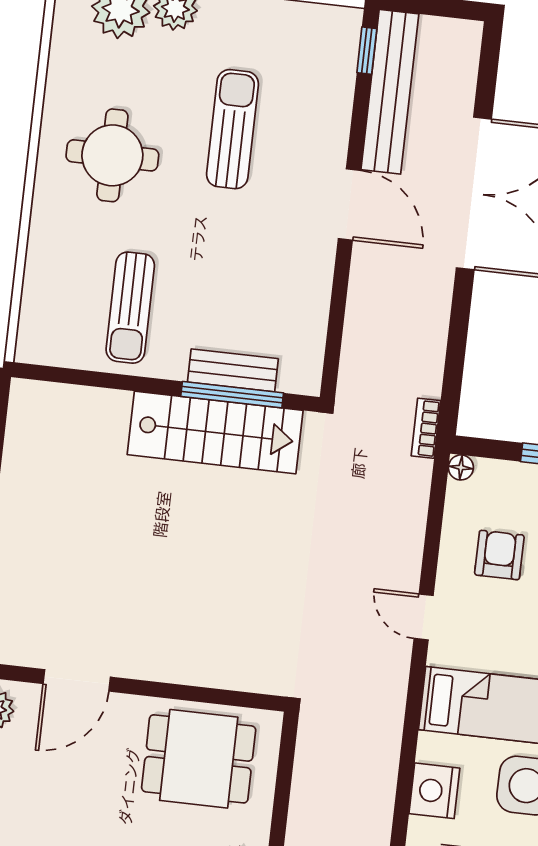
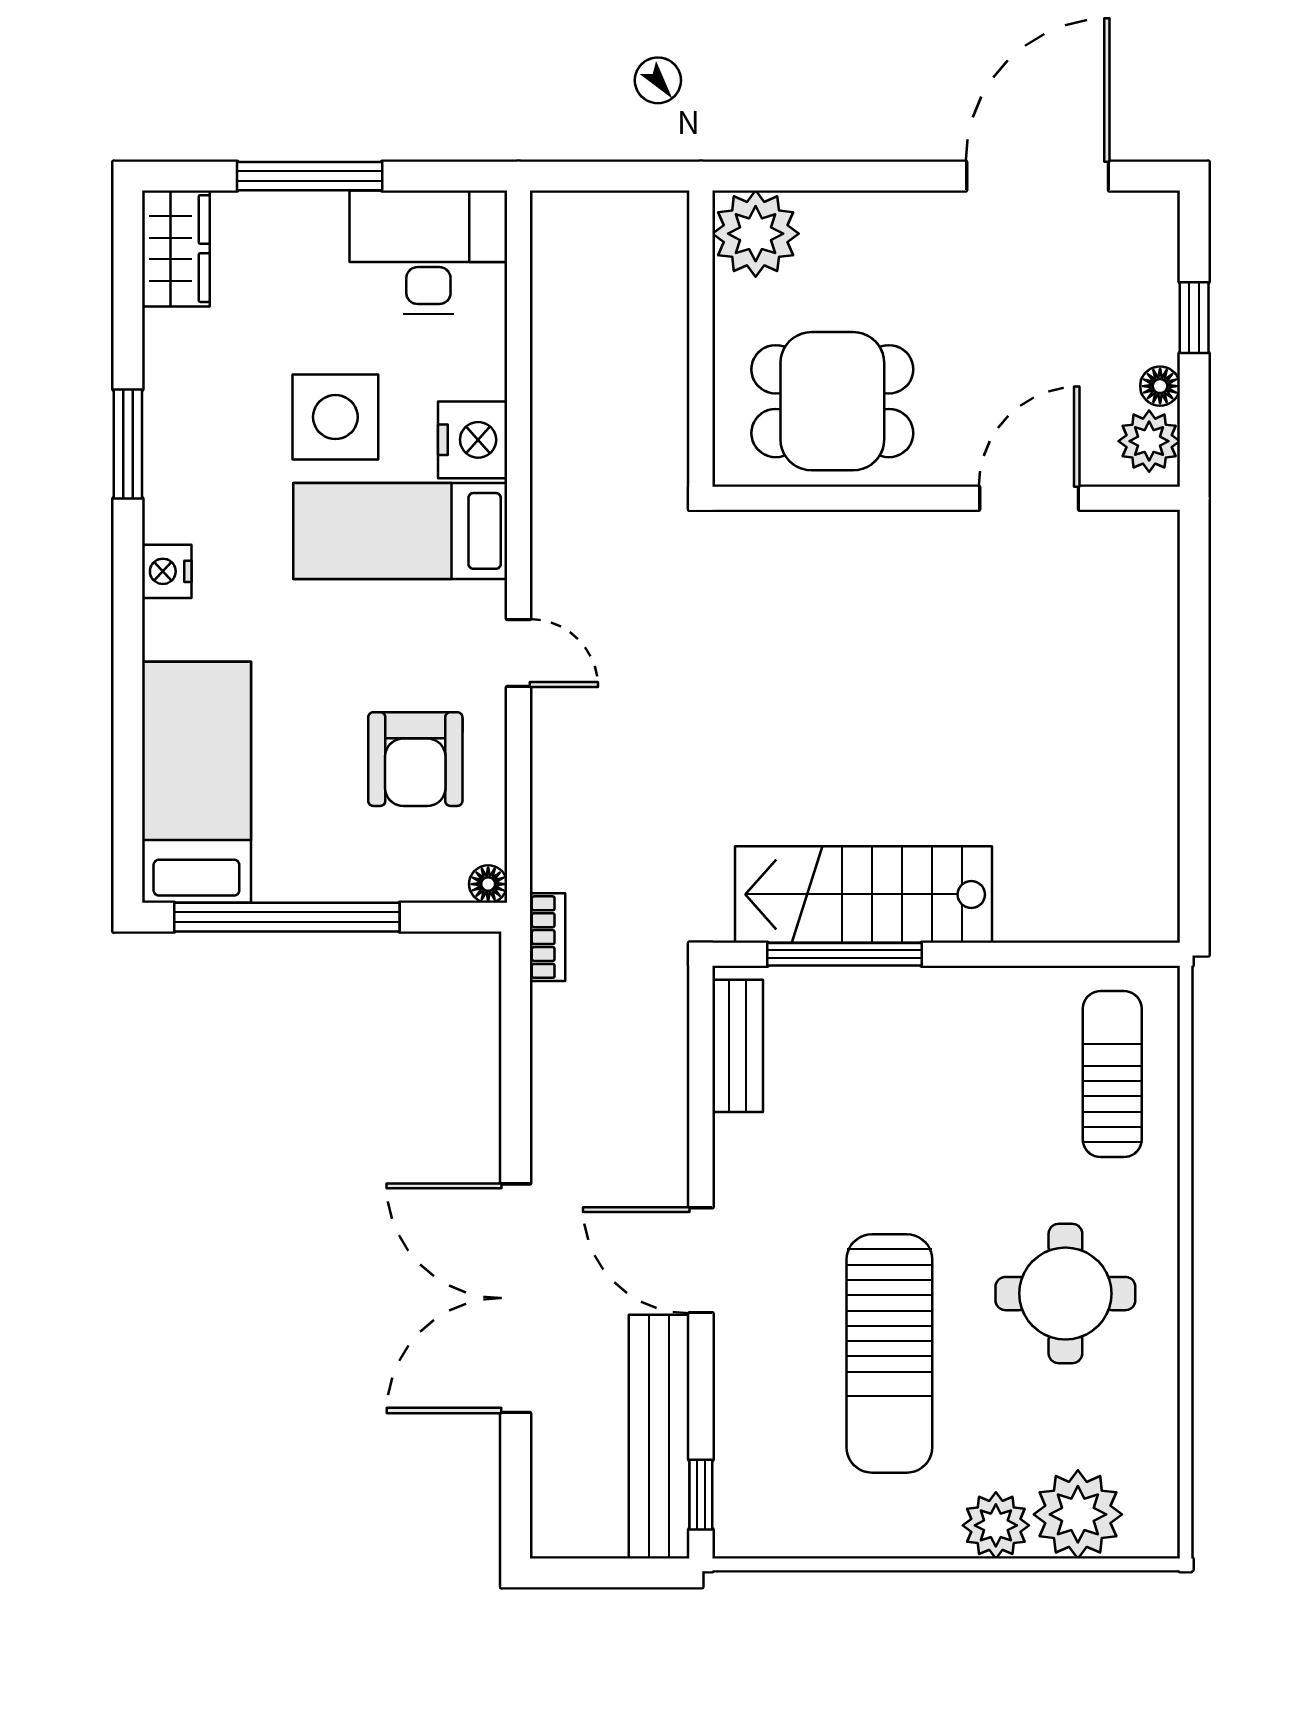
sun lounger: (232, 129) -> (889, 1353), width x1.36, depth x1.34
sun lounger: (130, 308) -> (1112, 1074), moved
bench: (233, 370) -> (738, 1046), moved, turned 90
armchair: (499, 555) -> (415, 759), width x1.38, depth x1.38
nightstand: (434, 791) -> (473, 440), moved

